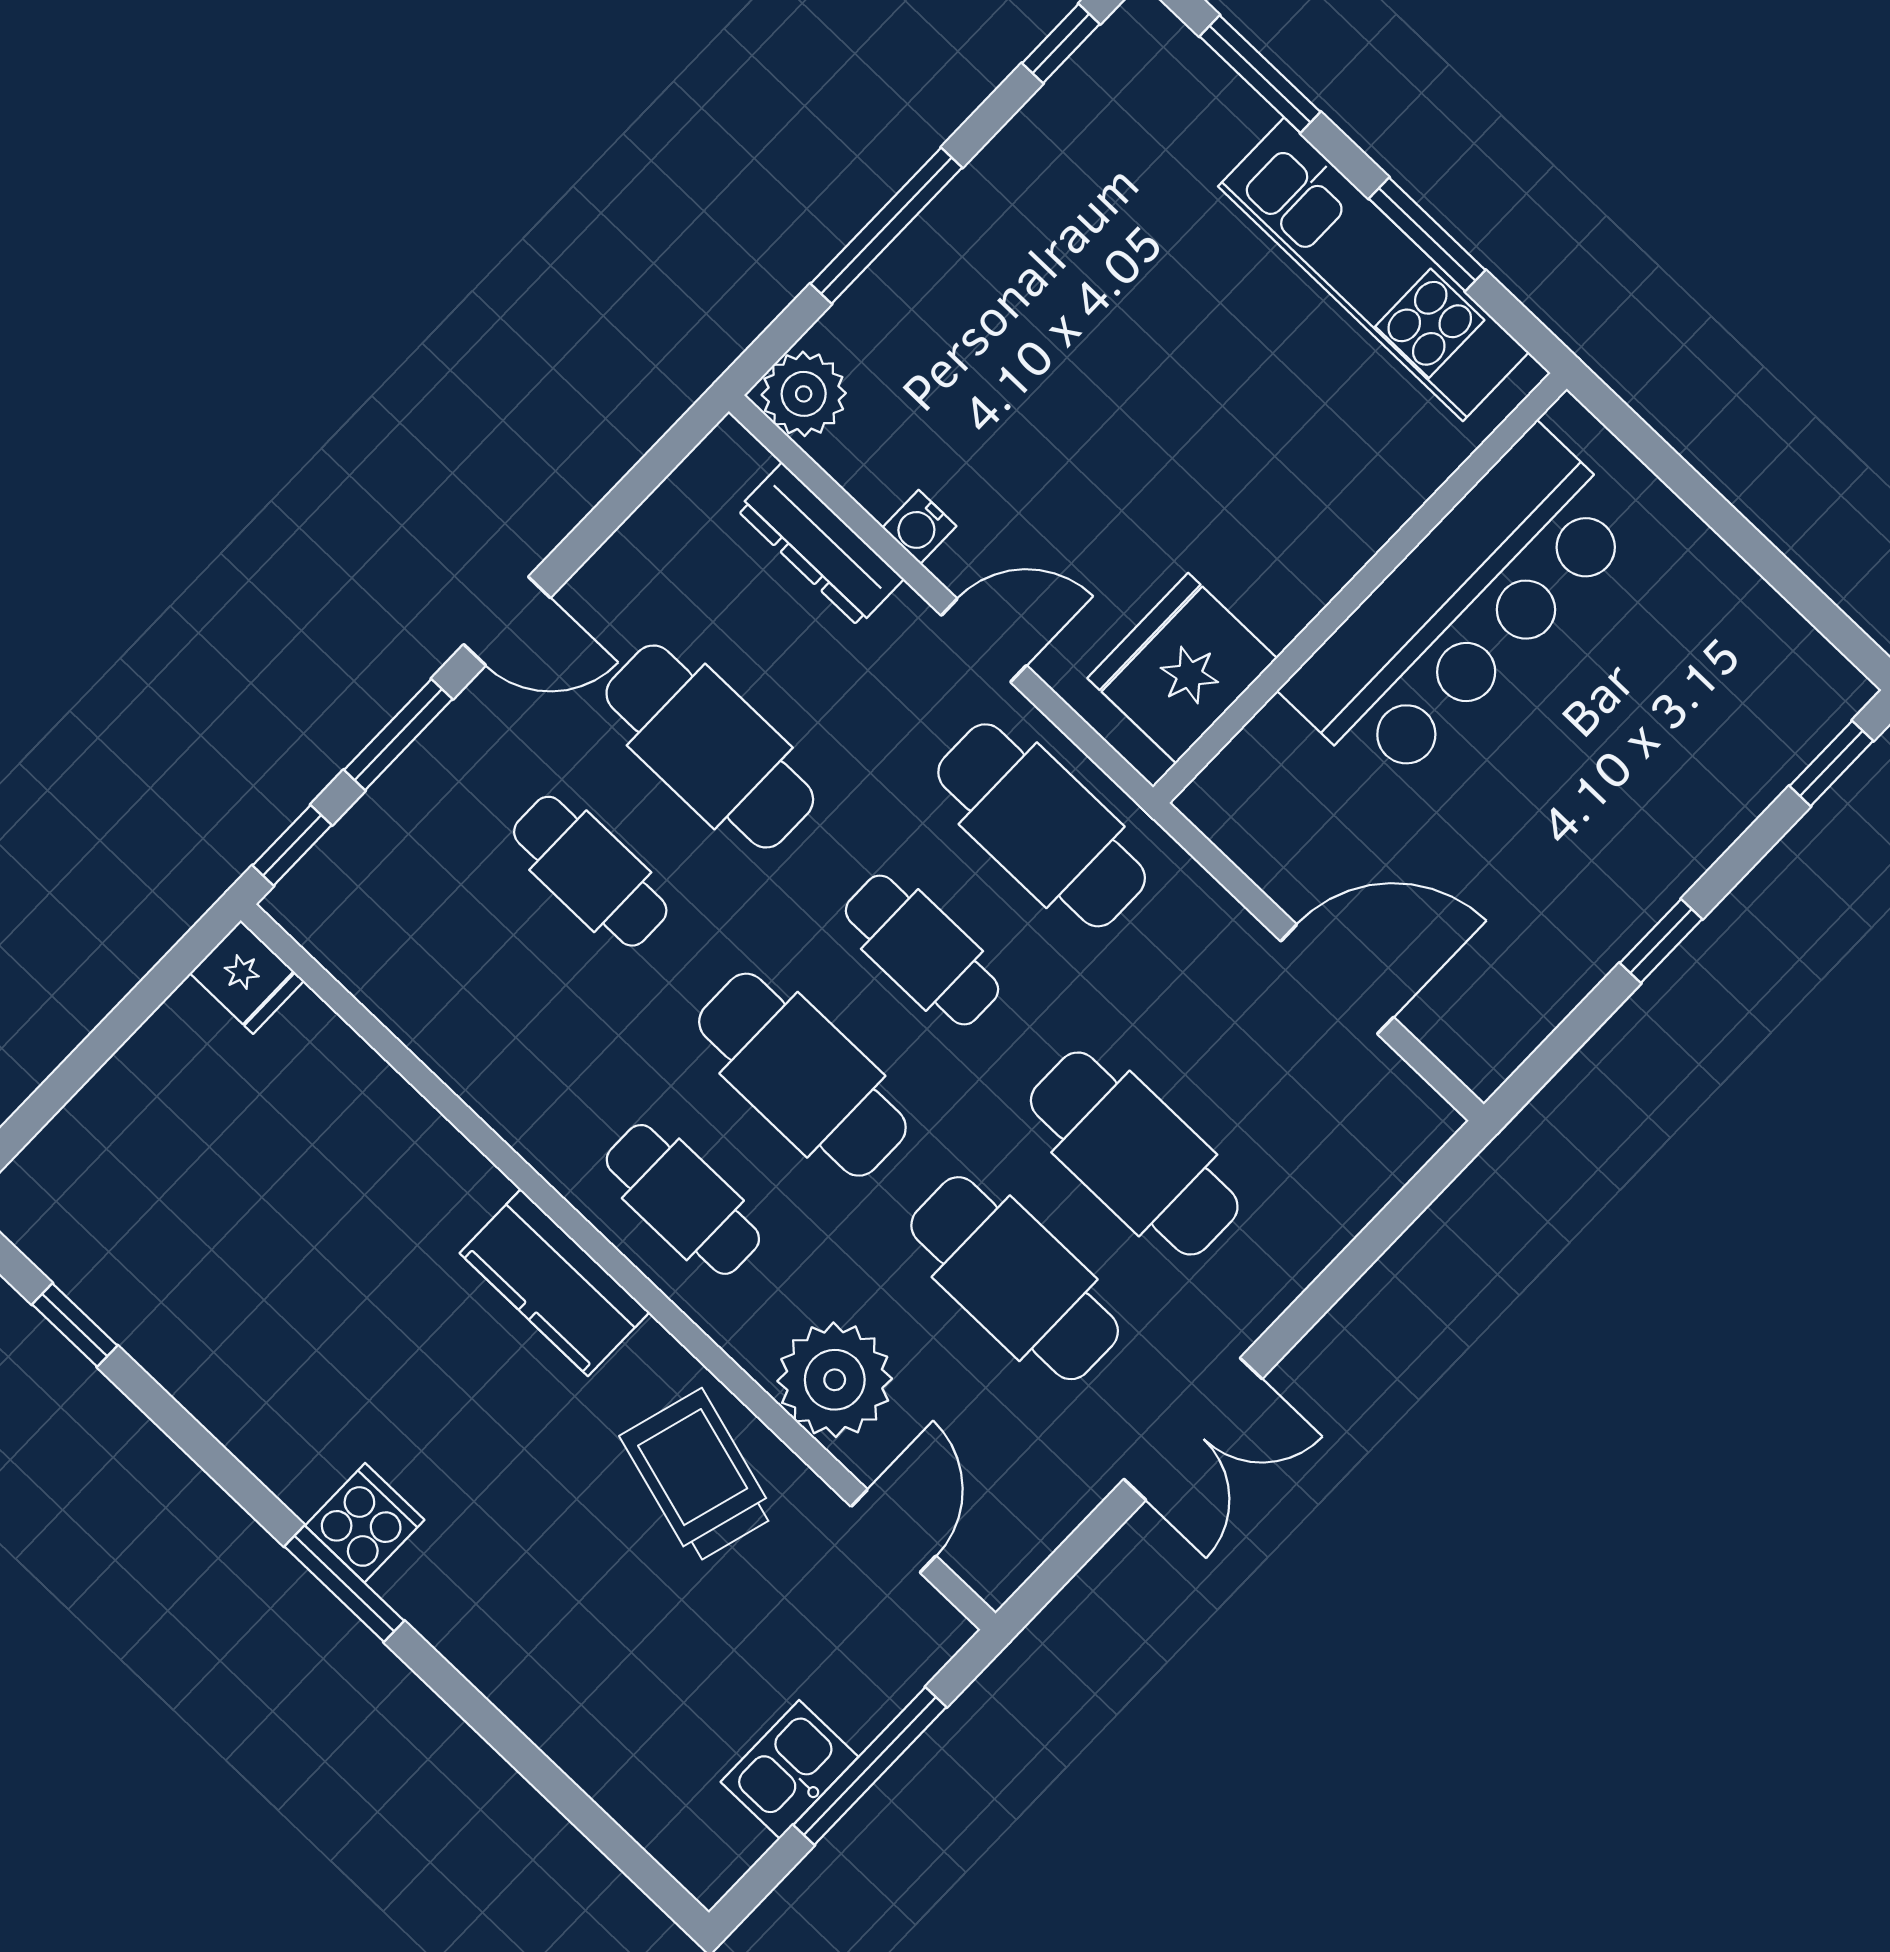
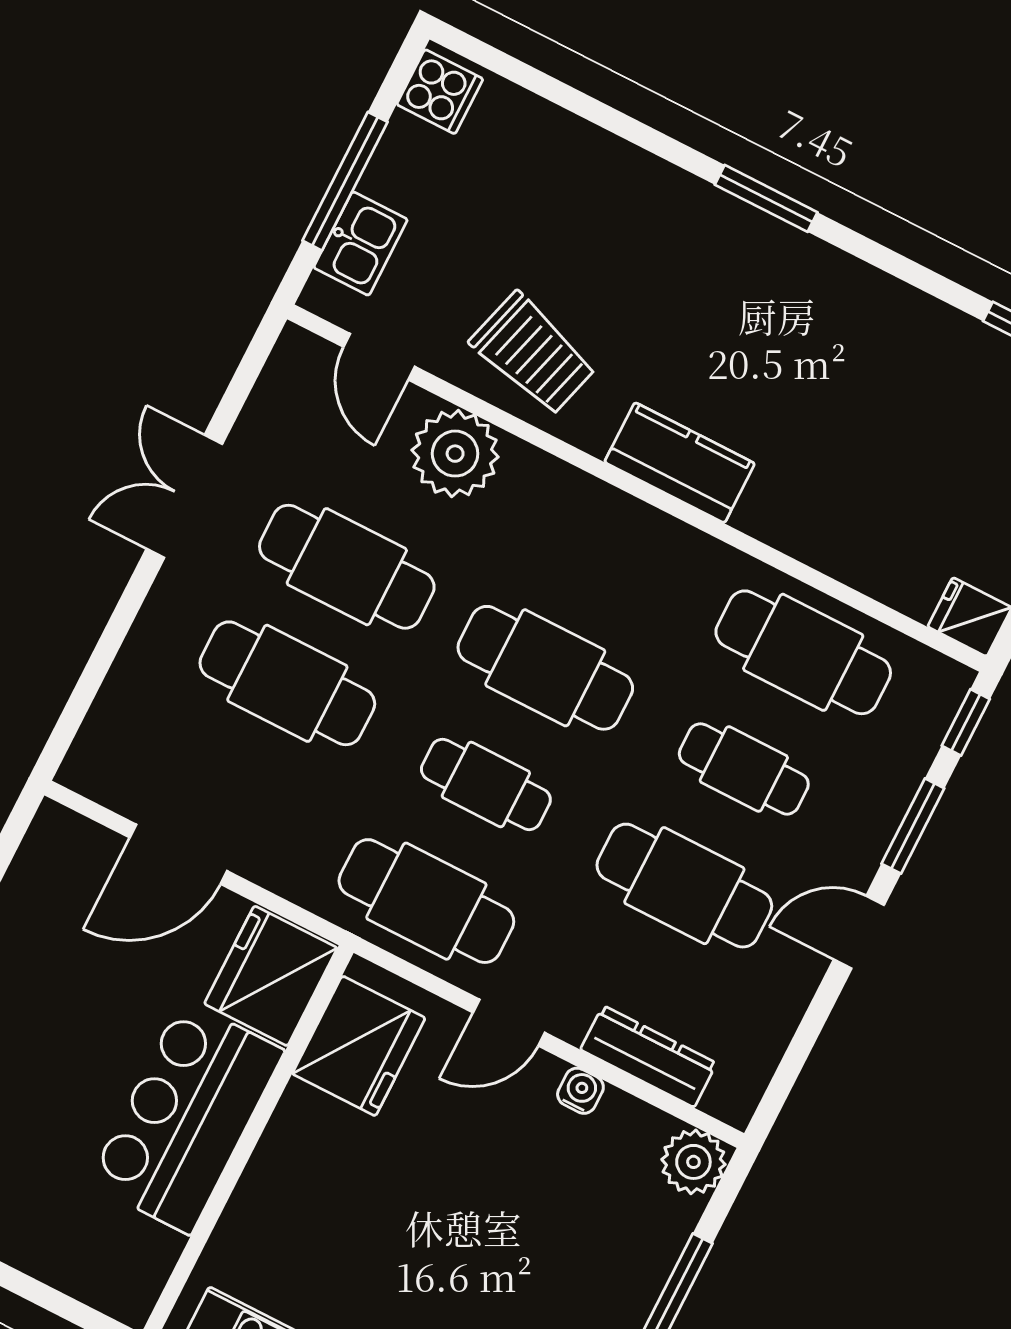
bar counter: (1462, 608) -> (186, 1117), width x0.73
fridge: (1267, 790) -> (271, 976), added
cafe table: (683, 1199) -> (803, 652), moved, width x1.37, depth x1.35
cooker: (365, 1523) -> (440, 92), moved, turned -90
kitchen sink: (789, 1769) -> (361, 244), moved

